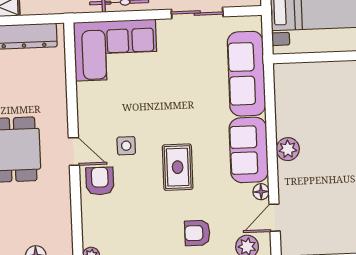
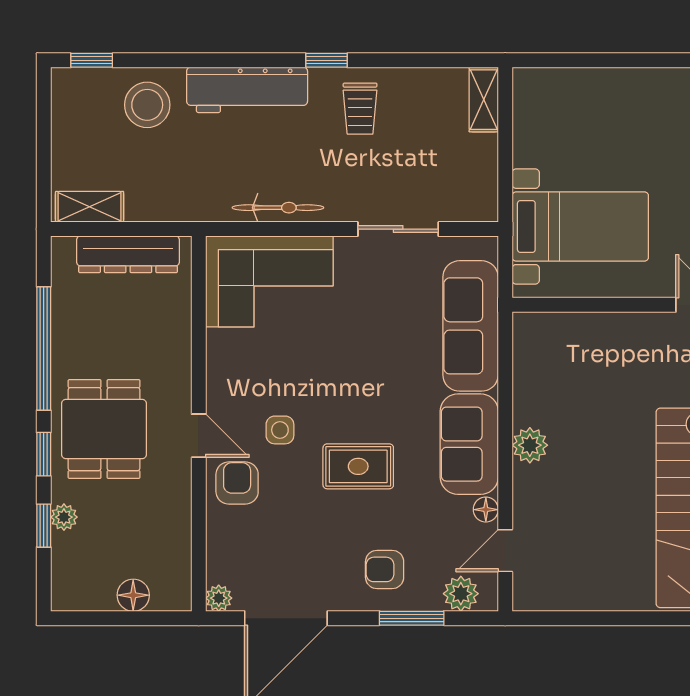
rug: (178, 167) -> (358, 466), turned 90

